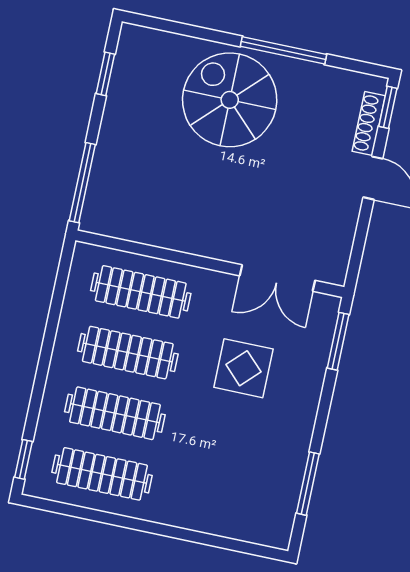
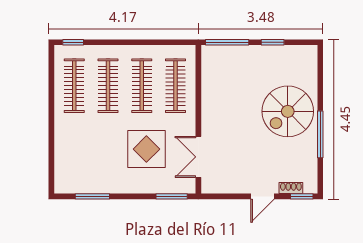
window: (105, 74) -> (273, 42), moved
spiral stairs: (230, 100) -> (288, 111), turned 180
shoe rack: (369, 124) -> (291, 188), width x0.70
display table: (243, 368) -> (146, 149), width x1.36, depth x1.36

